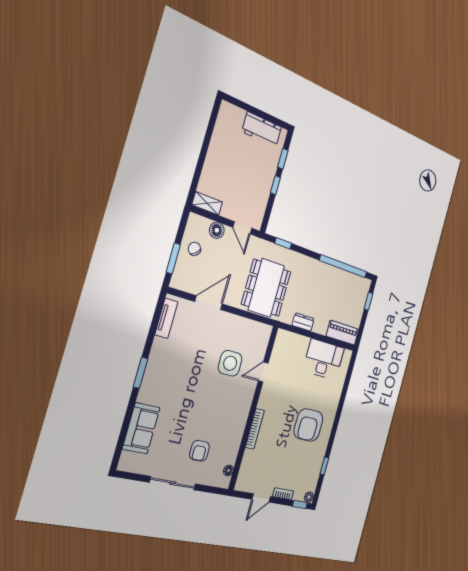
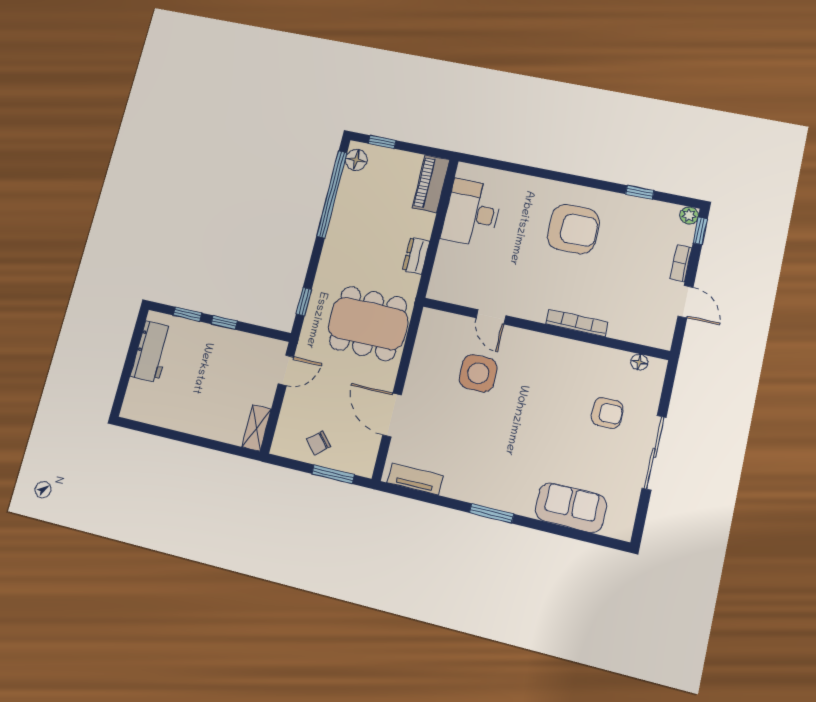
floor lamp: (217, 230) -> (356, 160), moved

